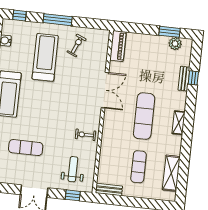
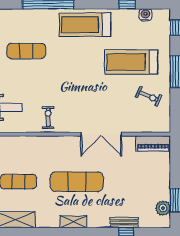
treadmill: (45, 57) -> (131, 62), turned 180
exercise mat: (26, 148) -> (26, 51), turned 90

